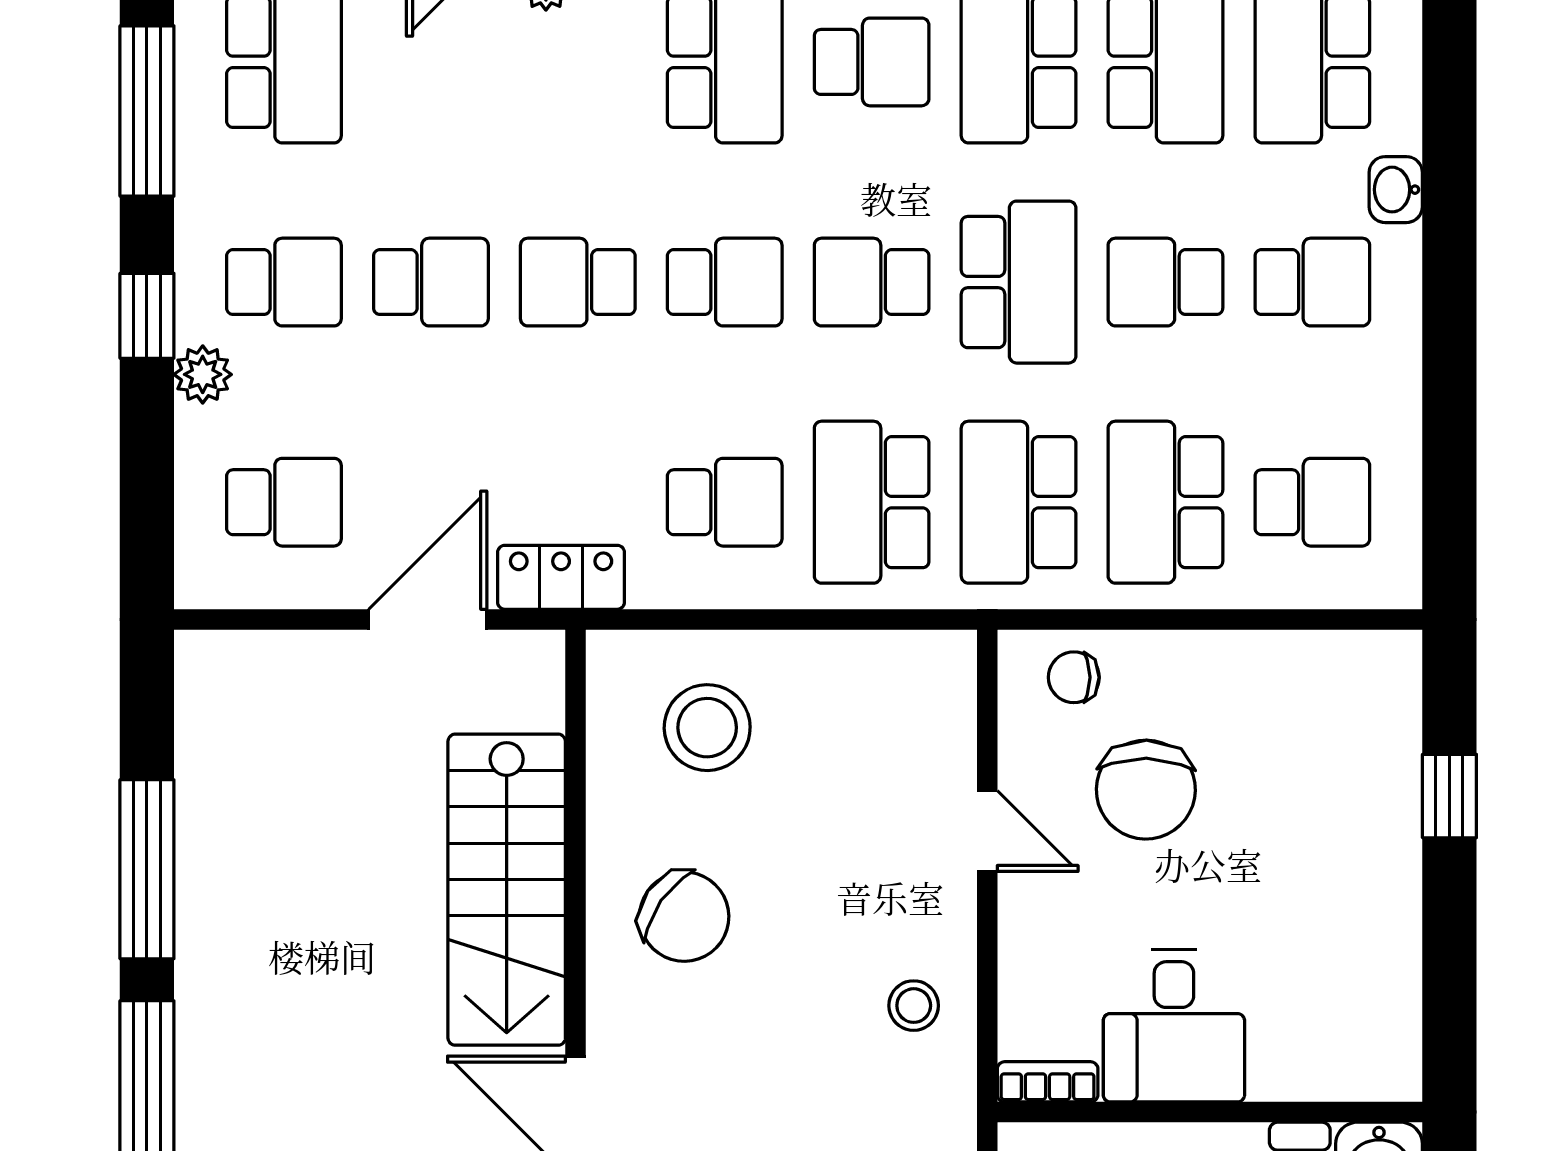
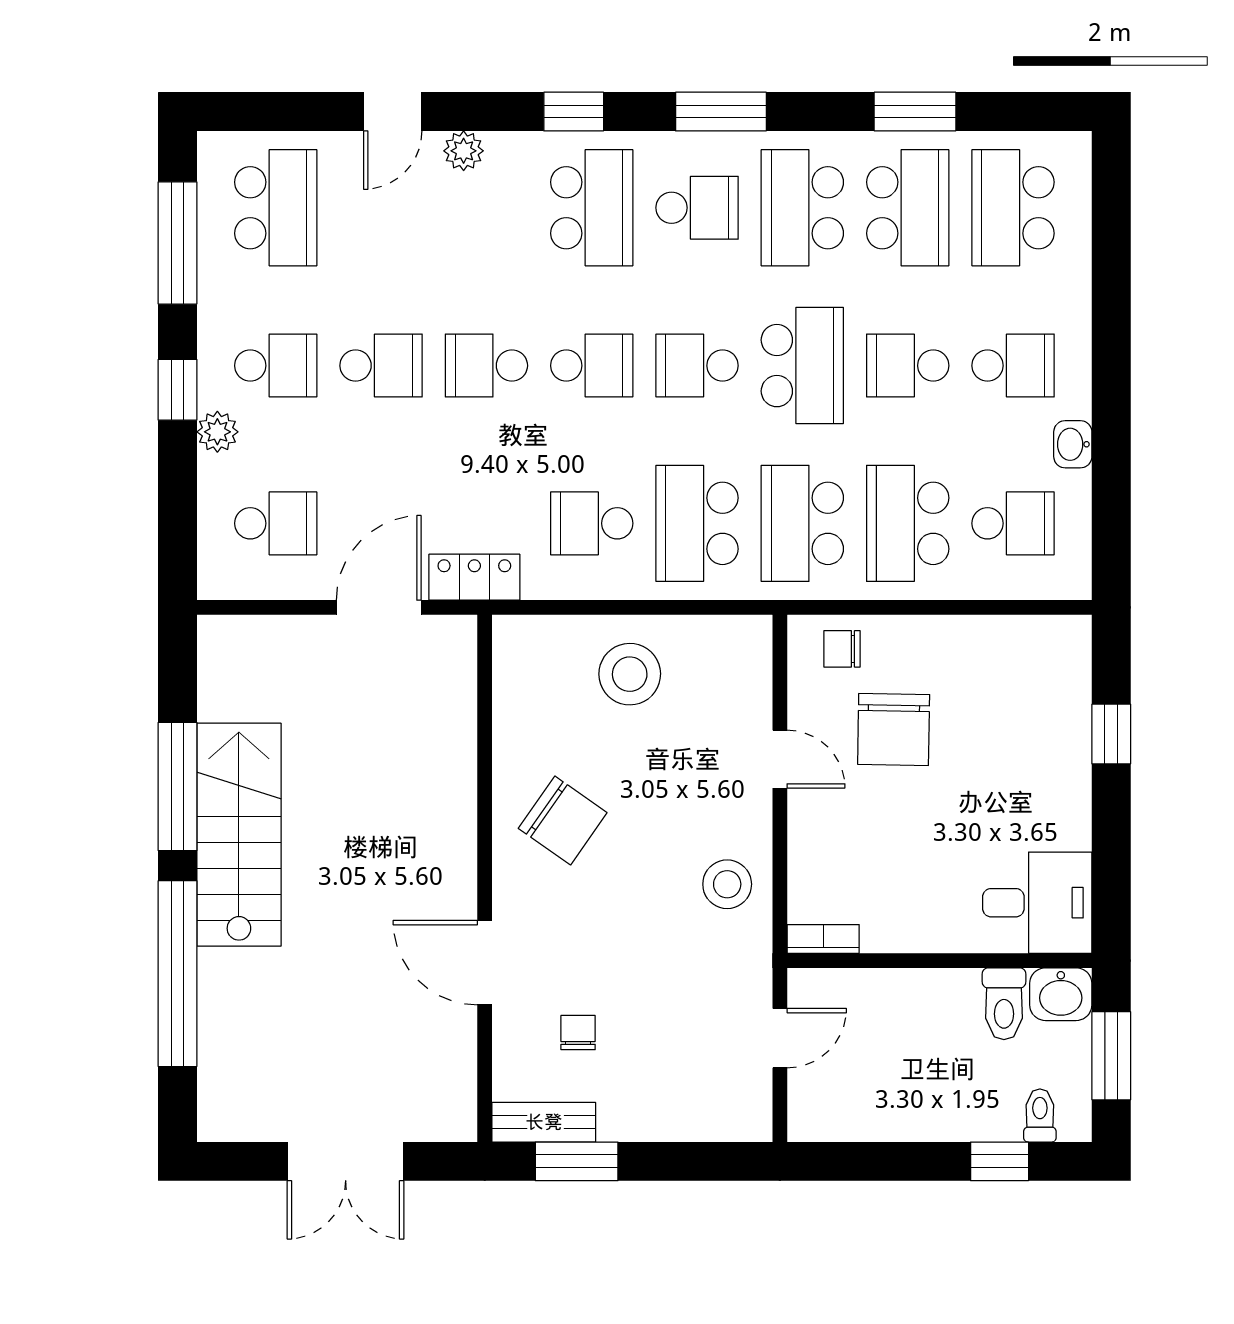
washbasin: (1396, 190) -> (1073, 444), moved
school desk: (725, 502) -> (592, 523), turned 180
stool: (707, 728) -> (630, 674), moved
stairs: (507, 890) -> (239, 835), moved, turned 180
stool: (914, 1006) -> (727, 884), width x1.37, depth x1.37
desk: (1174, 1026) -> (1037, 903), moved, turned -90

